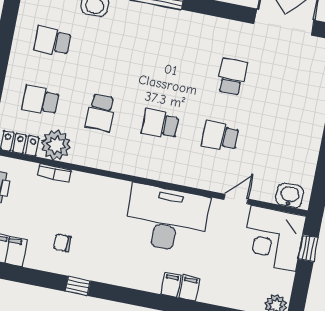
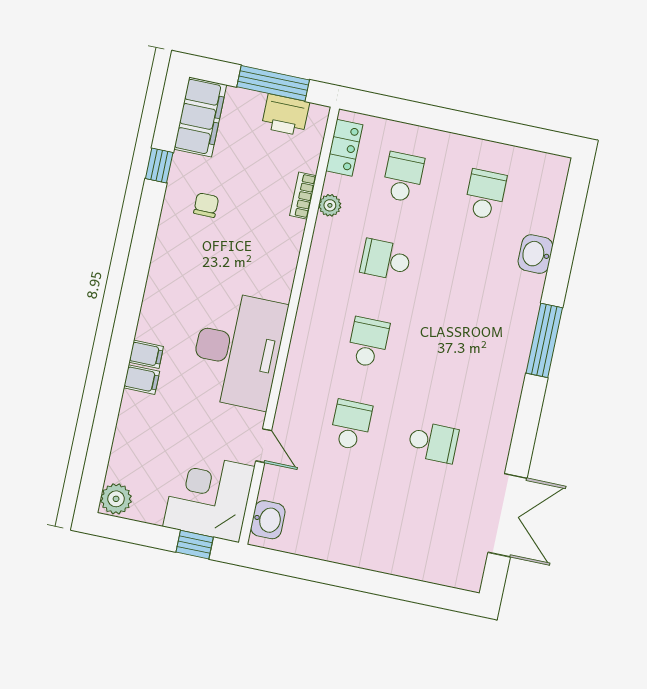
plant: (56, 145) -> (330, 205), width x0.53, depth x0.53
window: (78, 286) -> (159, 166), moved

